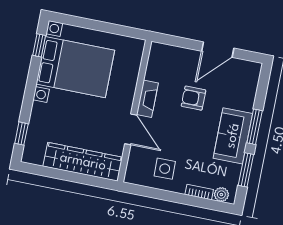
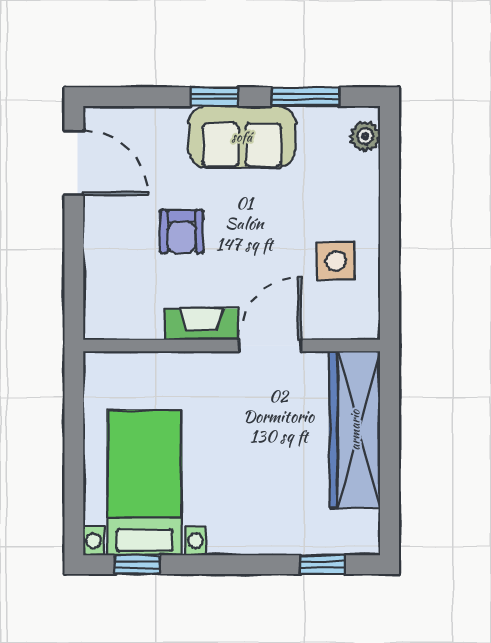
door: (218, 50) -> (74, 163), moved
bed with nightstands: (75, 67) -> (144, 483), width x0.73
window: (255, 127) -> (215, 97), width x0.67
bookcase: (199, 192) -> (369, 182), removed

